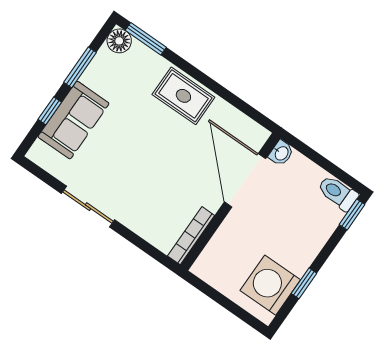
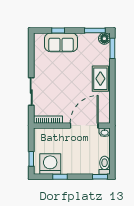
window: (80, 67) -> (95, 31), moved
sliding door: (88, 207) -> (31, 92), moved
window: (238, 312) -> (31, 159), added

